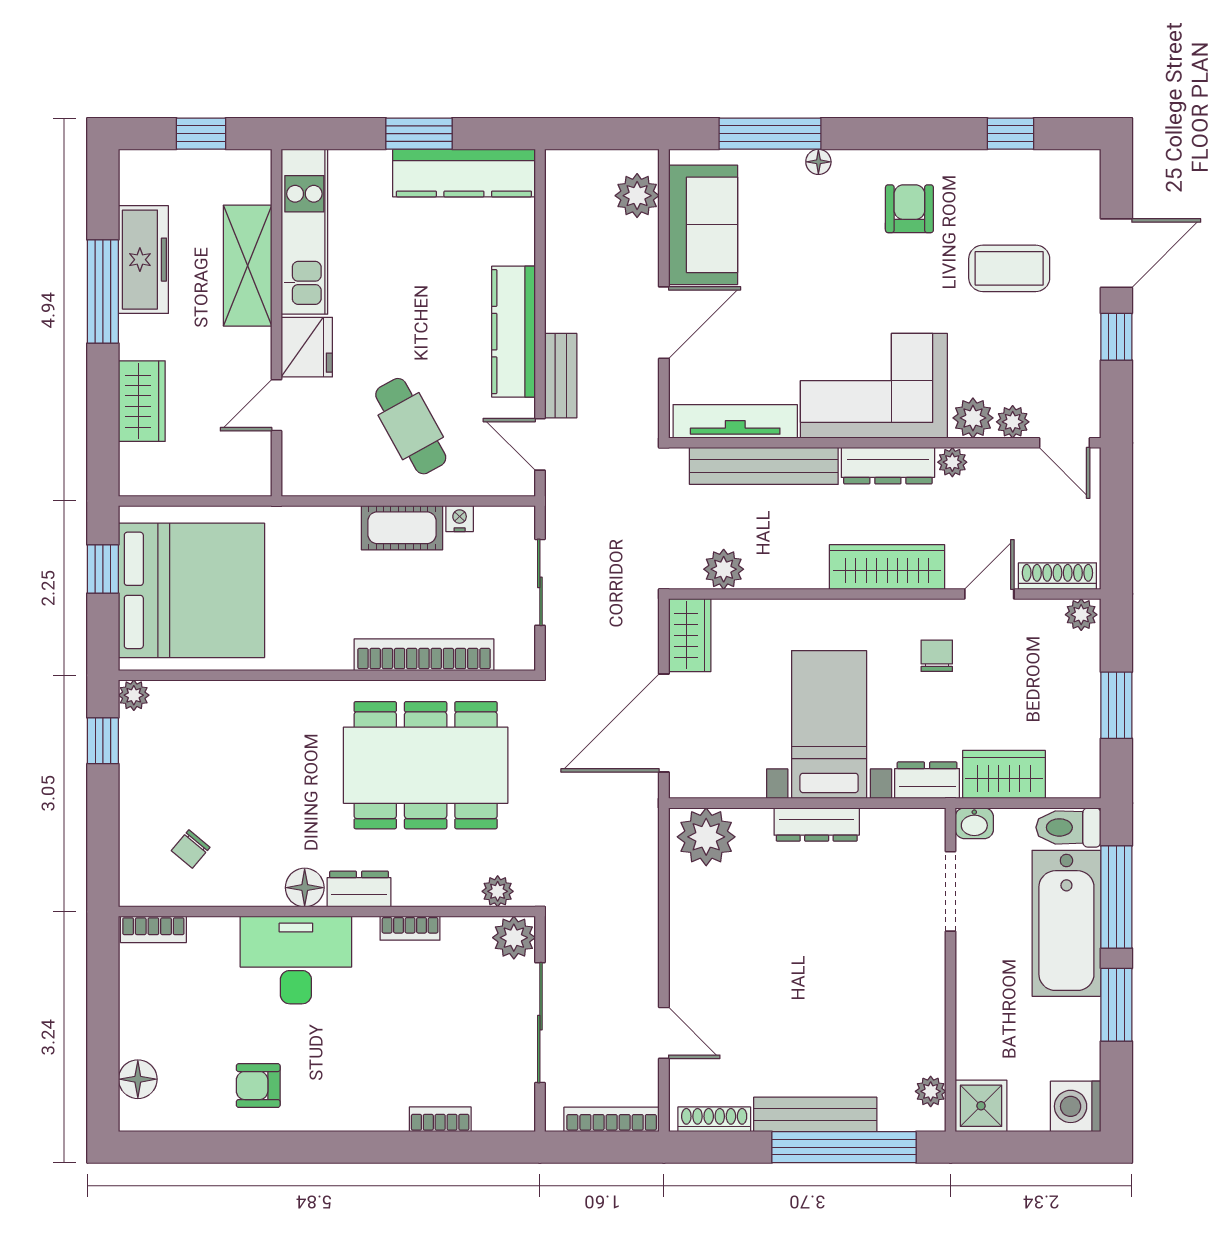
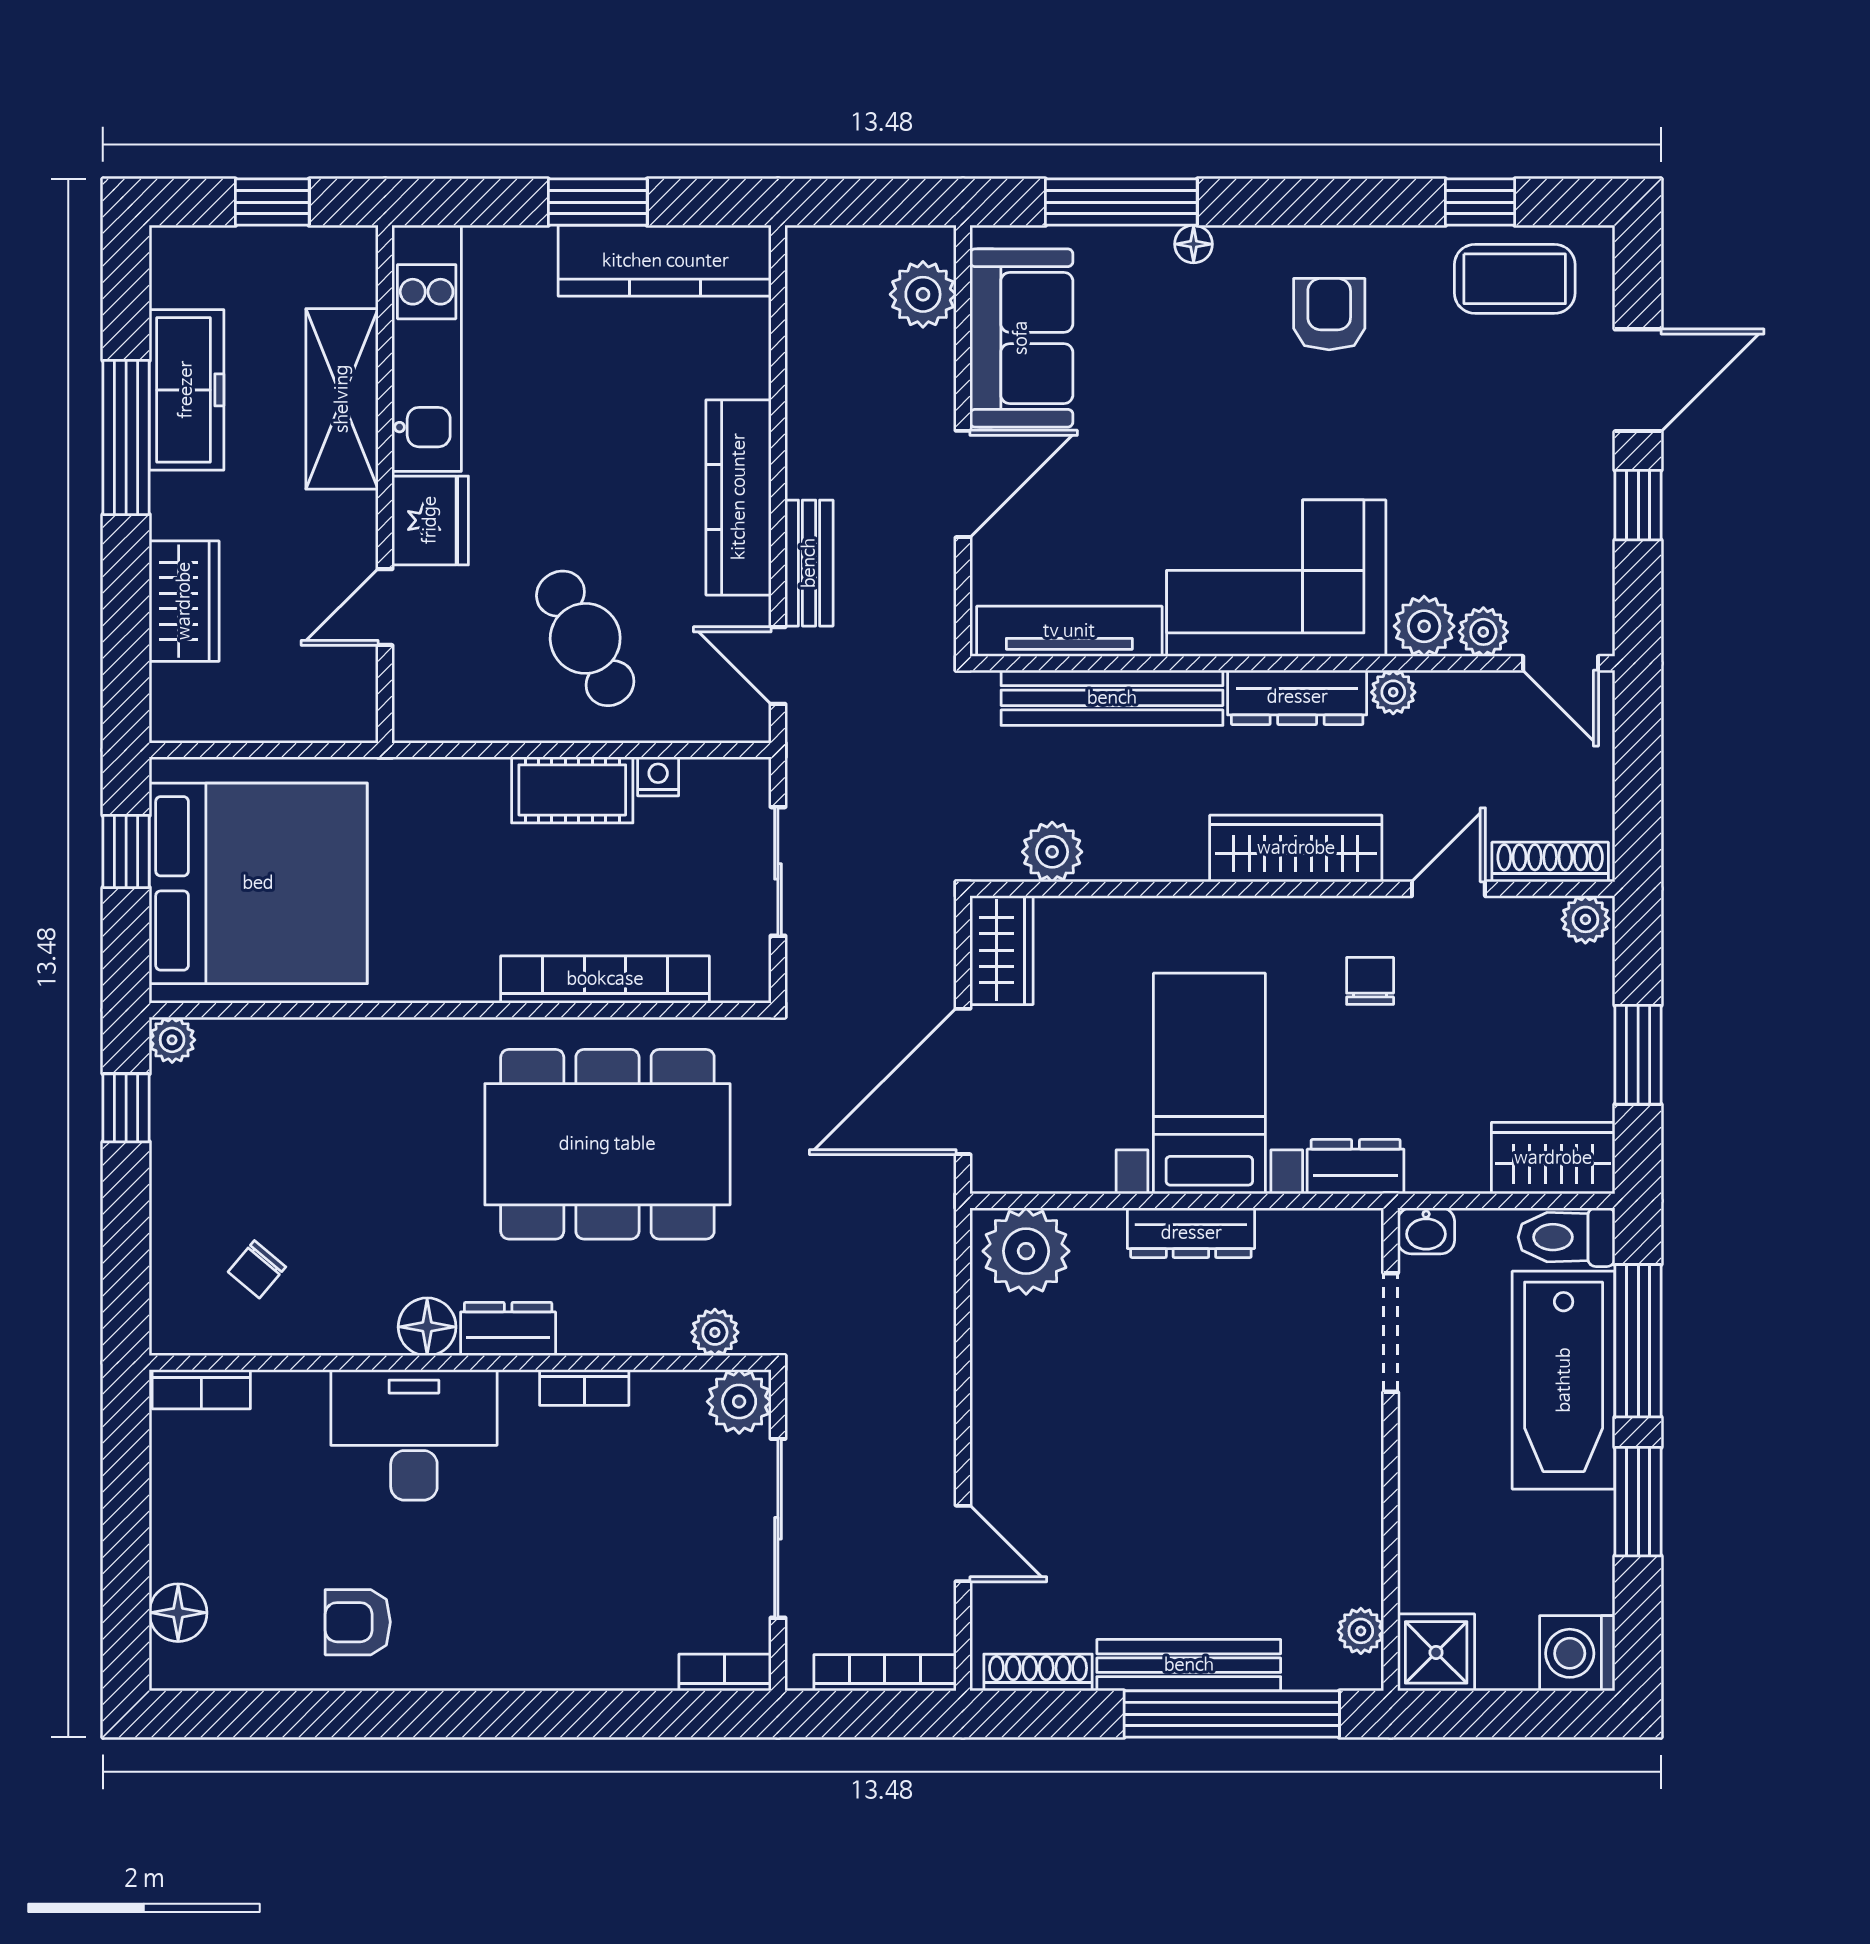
coffee table: (1009, 268) -> (1515, 279), moved
wardrobe: (1004, 774) -> (1553, 1158), moved
bookcase: (440, 1119) -> (725, 1673), moved

